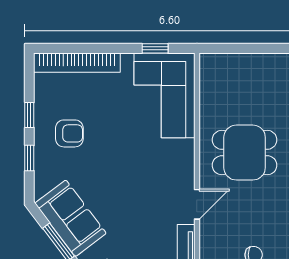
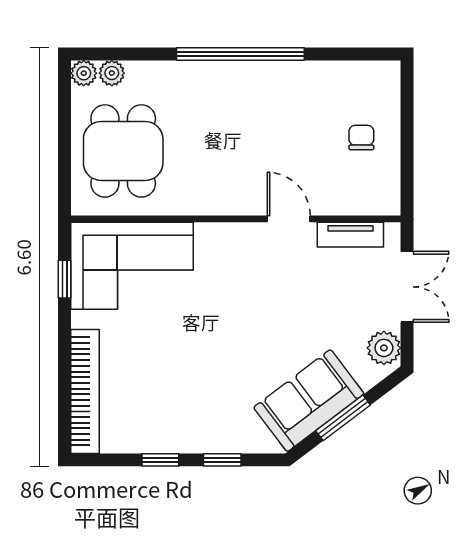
armchair: (69, 133) -> (187, 402), removed
dining table: (245, 153) -> (123, 151), moved

